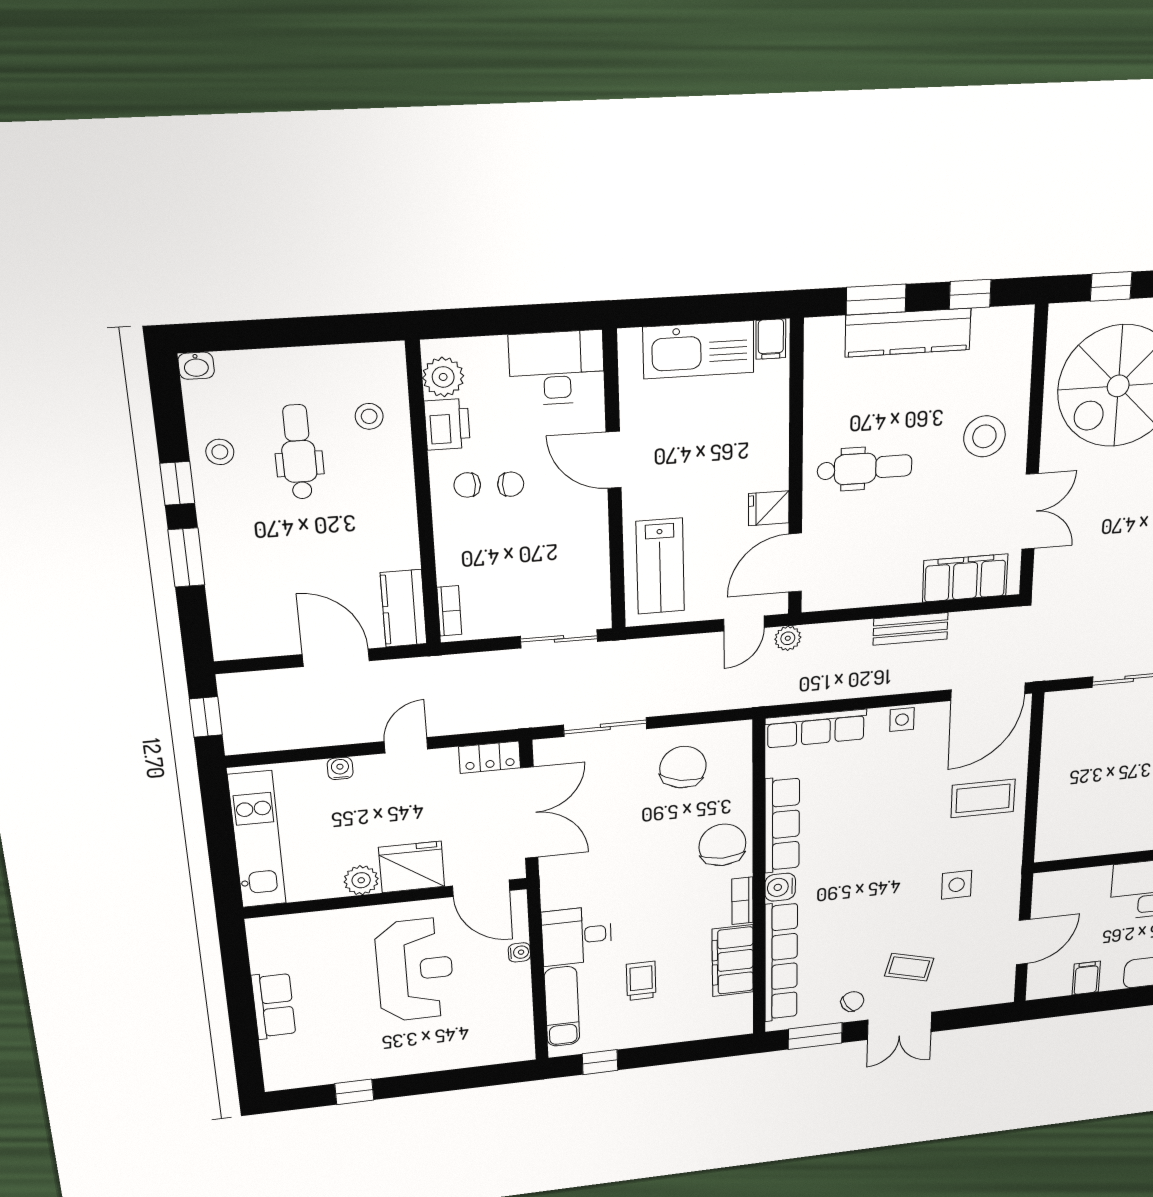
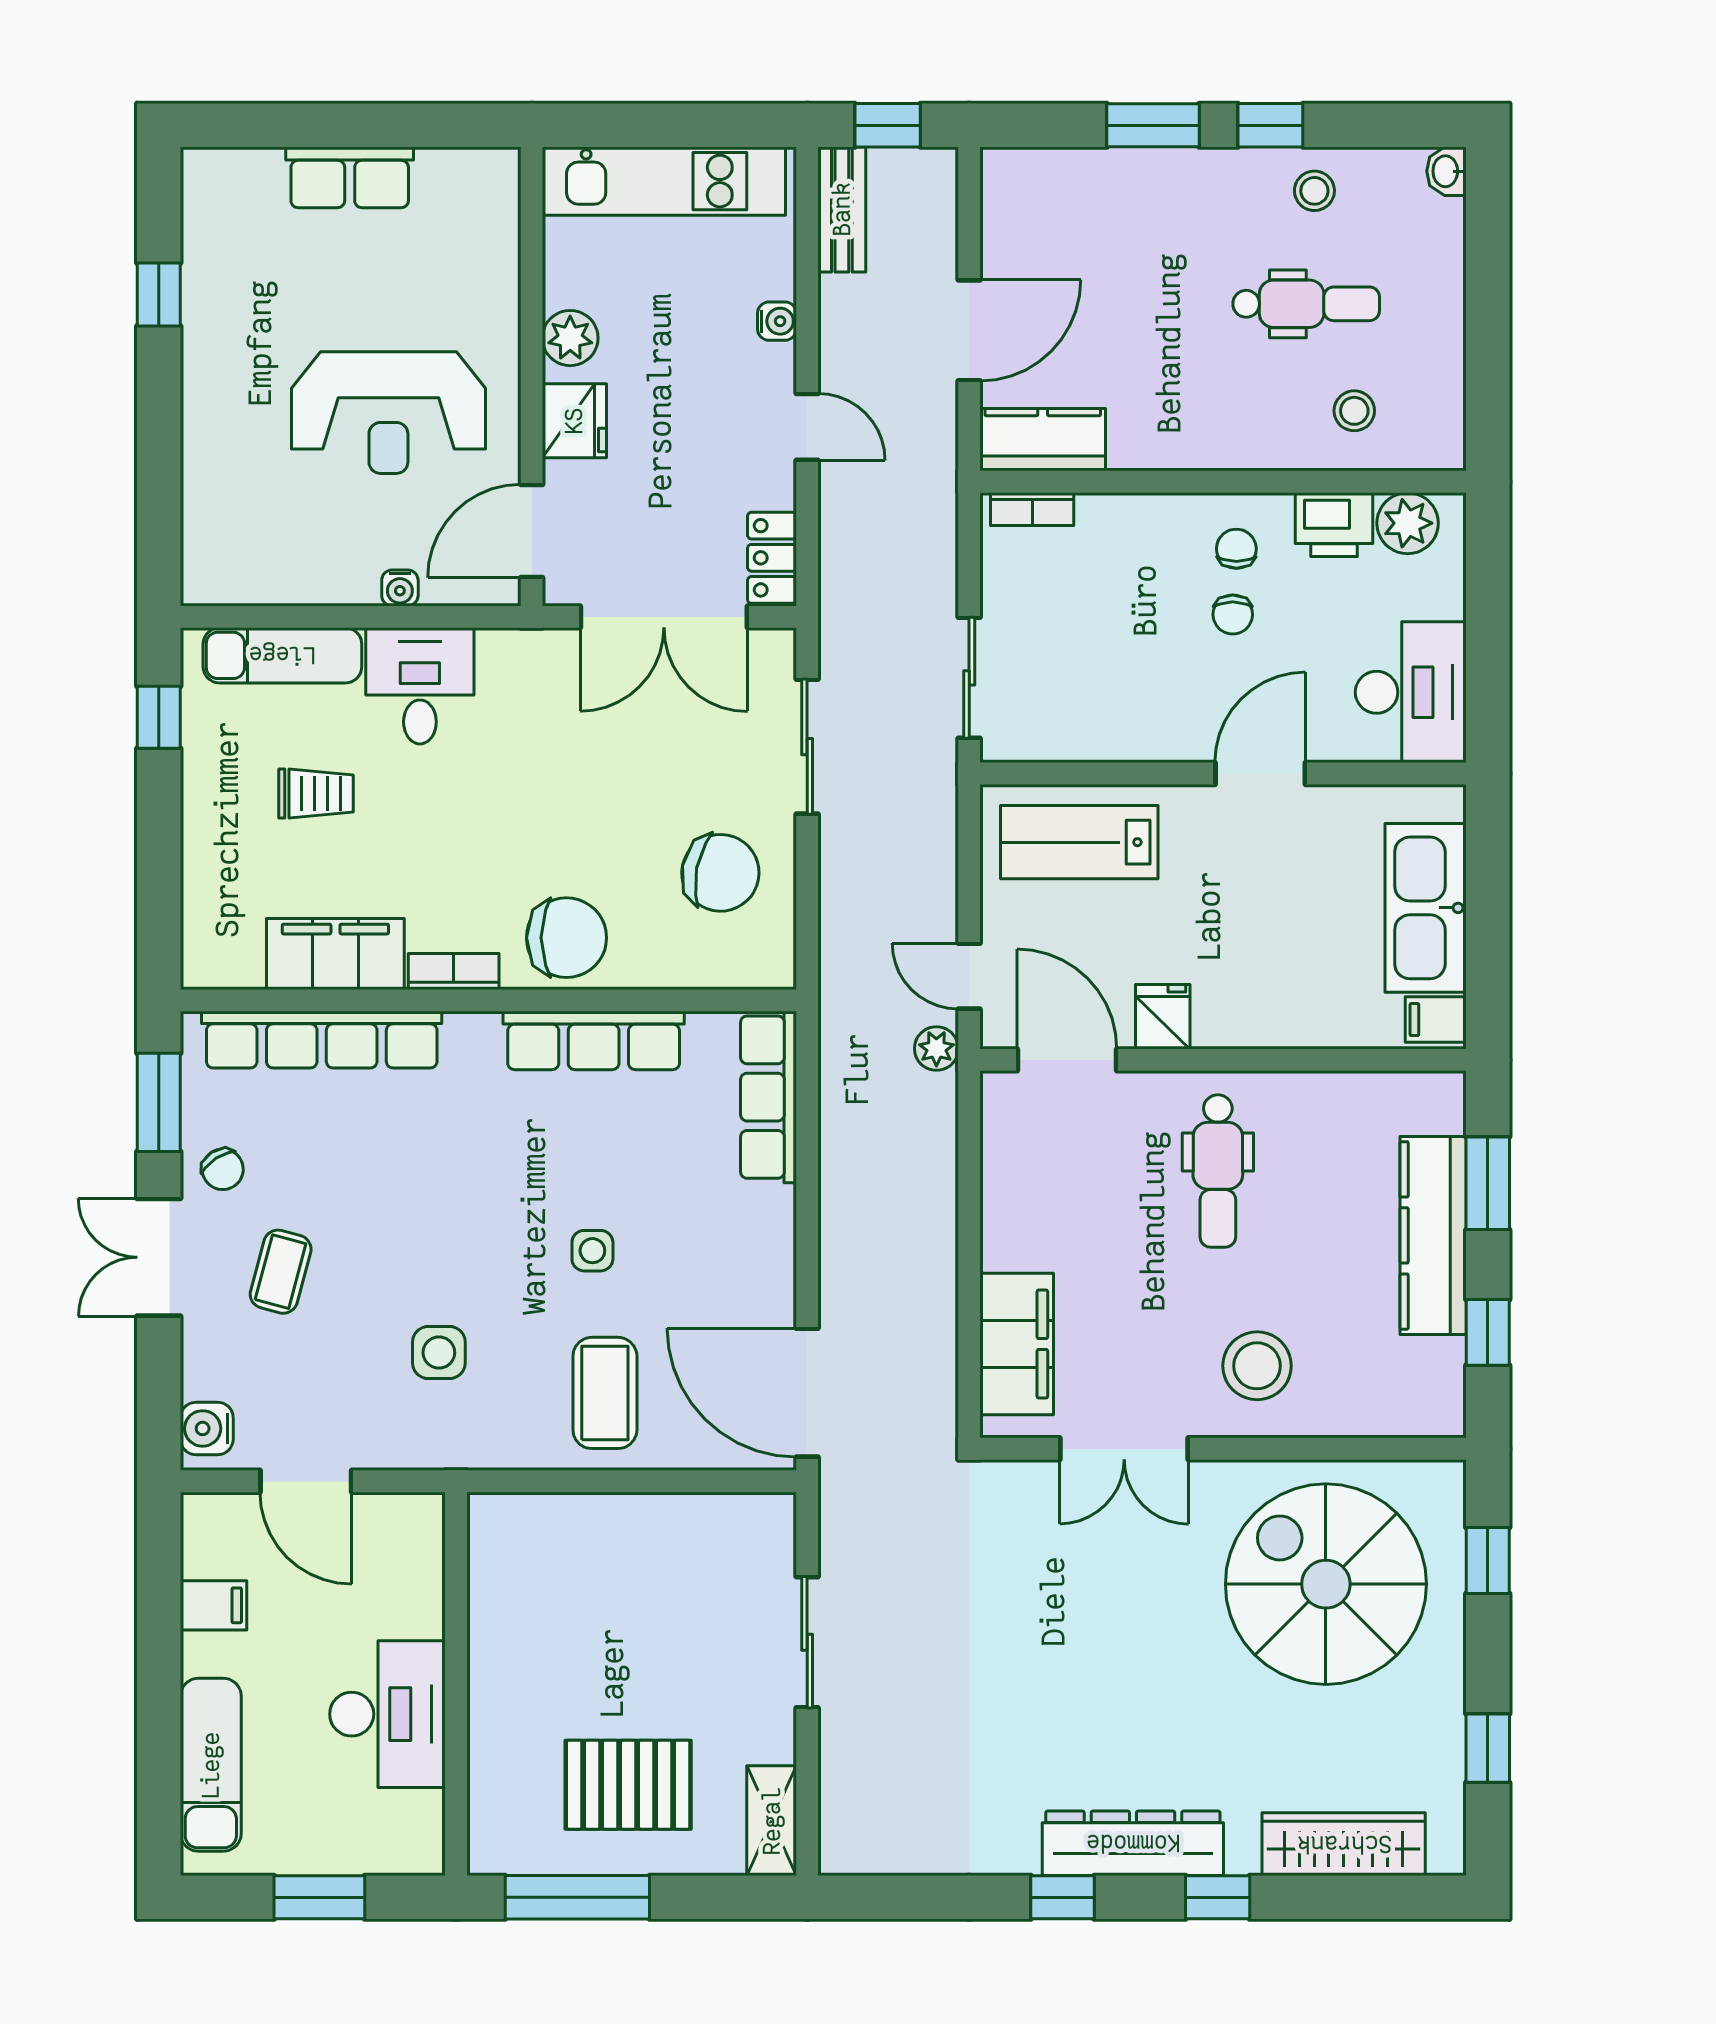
bench: (911, 629) -> (842, 209), moved
side table: (902, 720) -> (592, 1251), moved
fridge: (412, 867) -> (574, 421), width x0.73, depth x0.75
water cooler: (780, 887) -> (207, 1428), moved, turned -90

